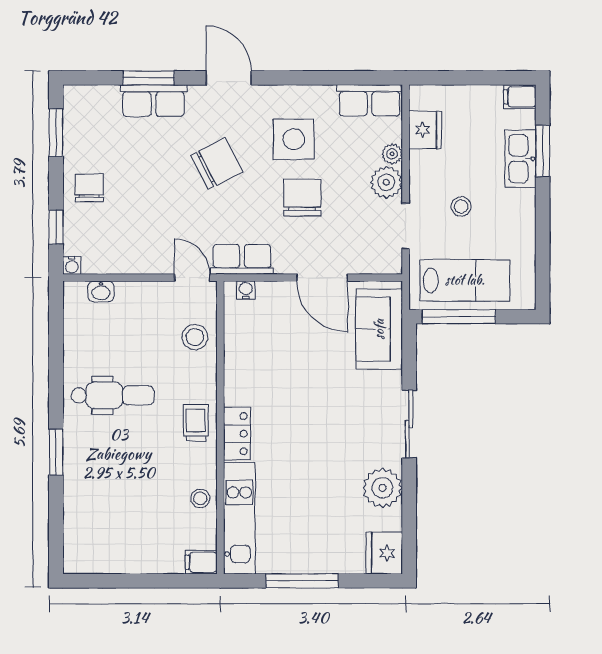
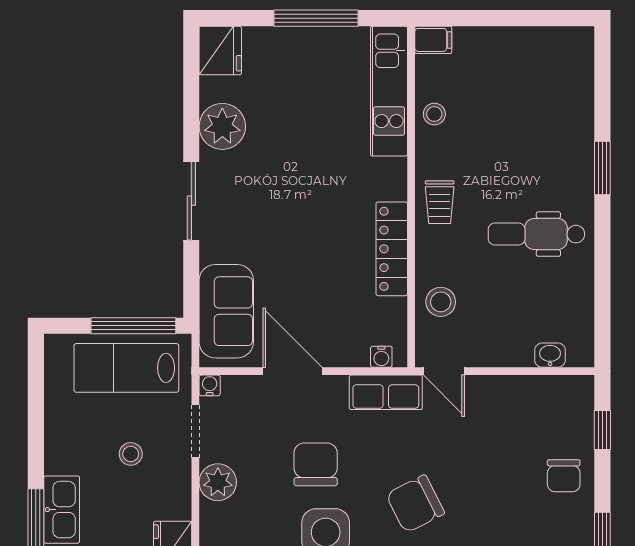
plant: (392, 154) -> (211, 515), removed
chair: (302, 198) -> (316, 464), turned 180
water cooler: (72, 265) -> (210, 385), moved
locker: (237, 434) -> (392, 249), moved, width x1.53

